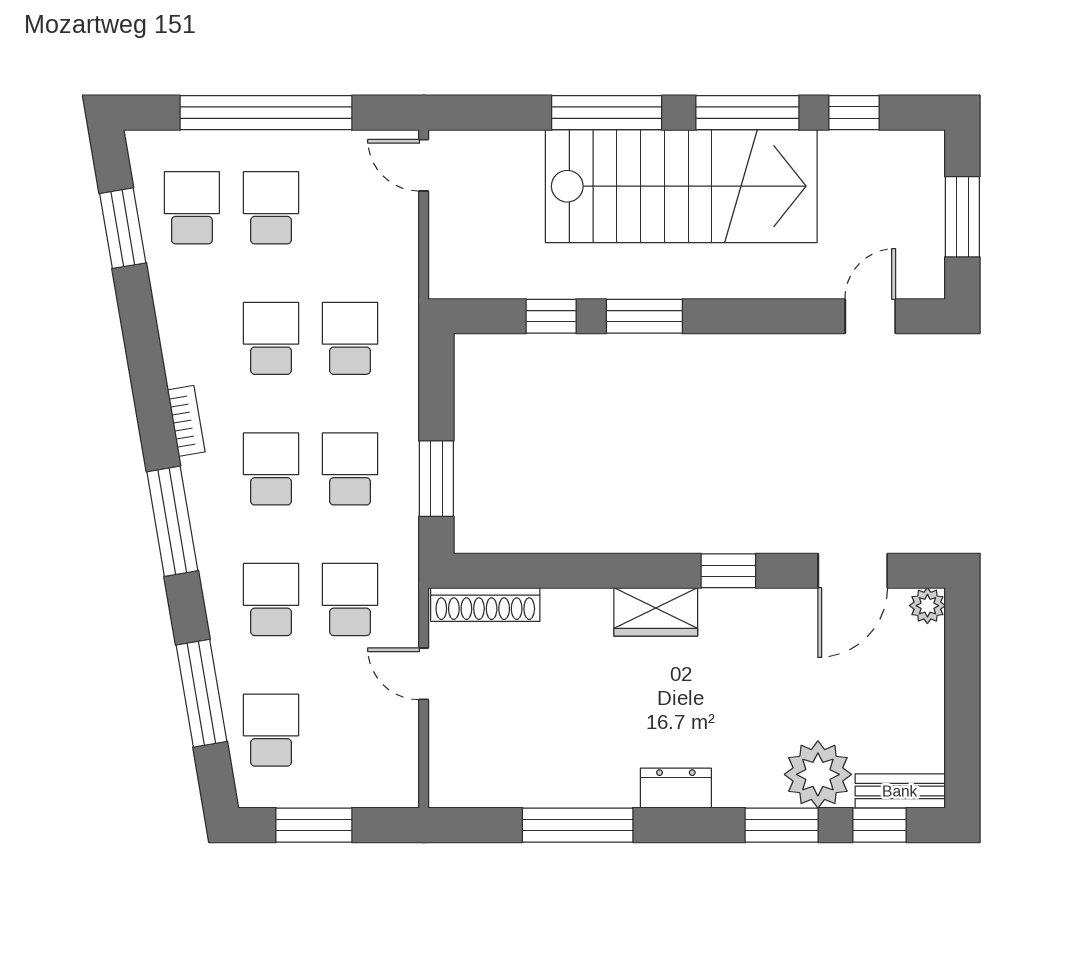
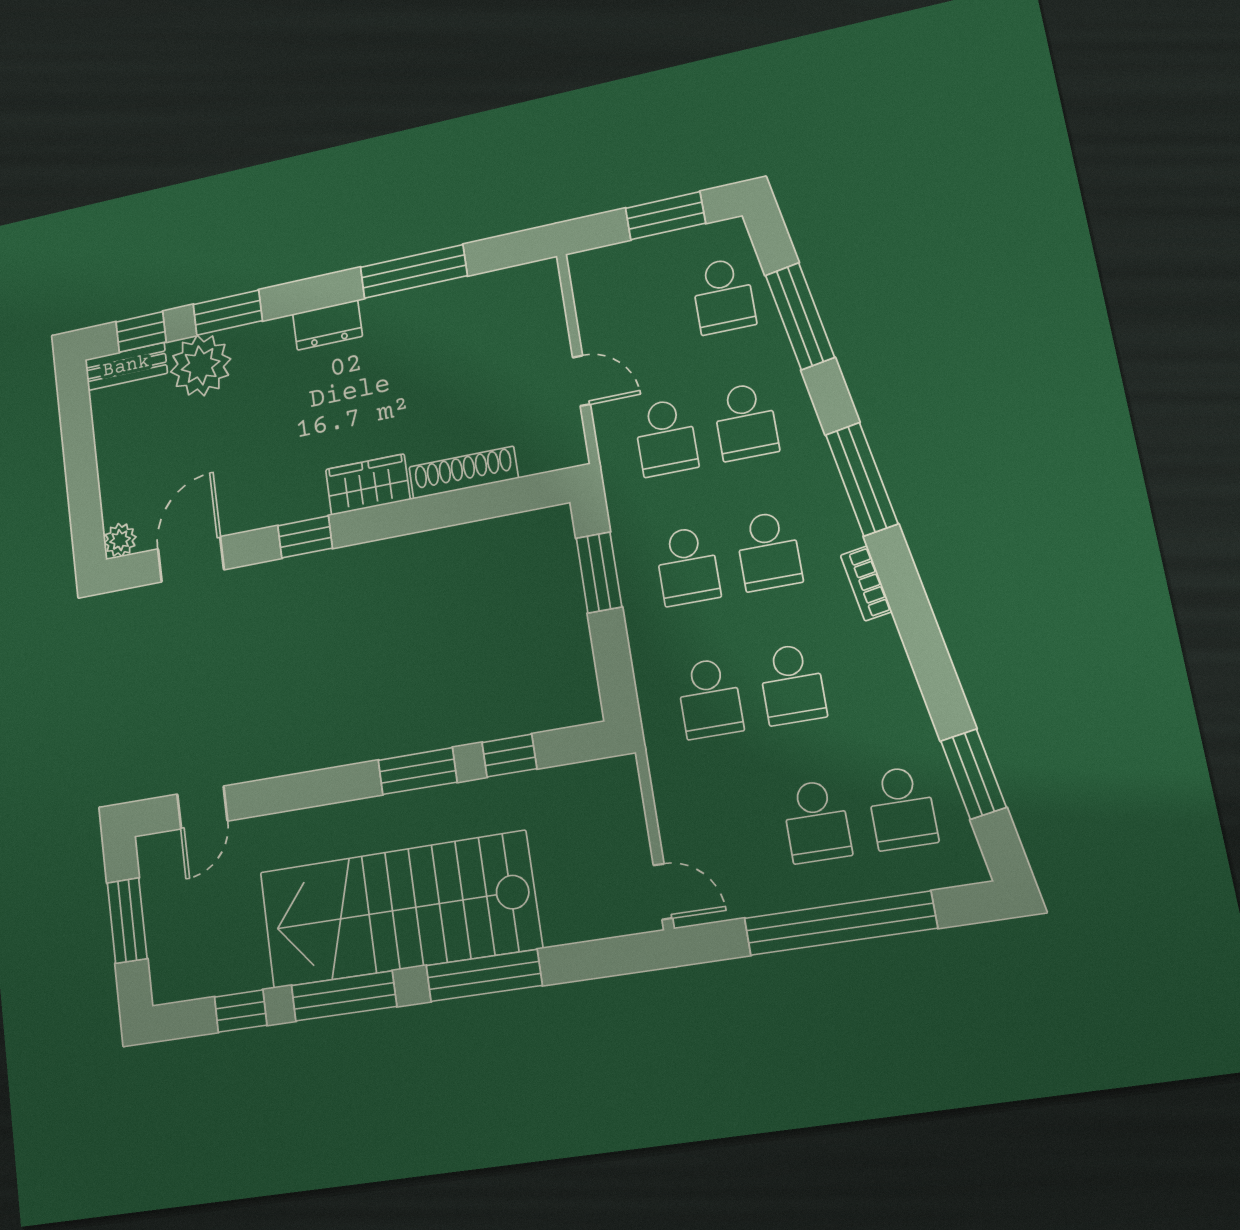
shoe rack: (485, 605) -> (463, 473), moved

